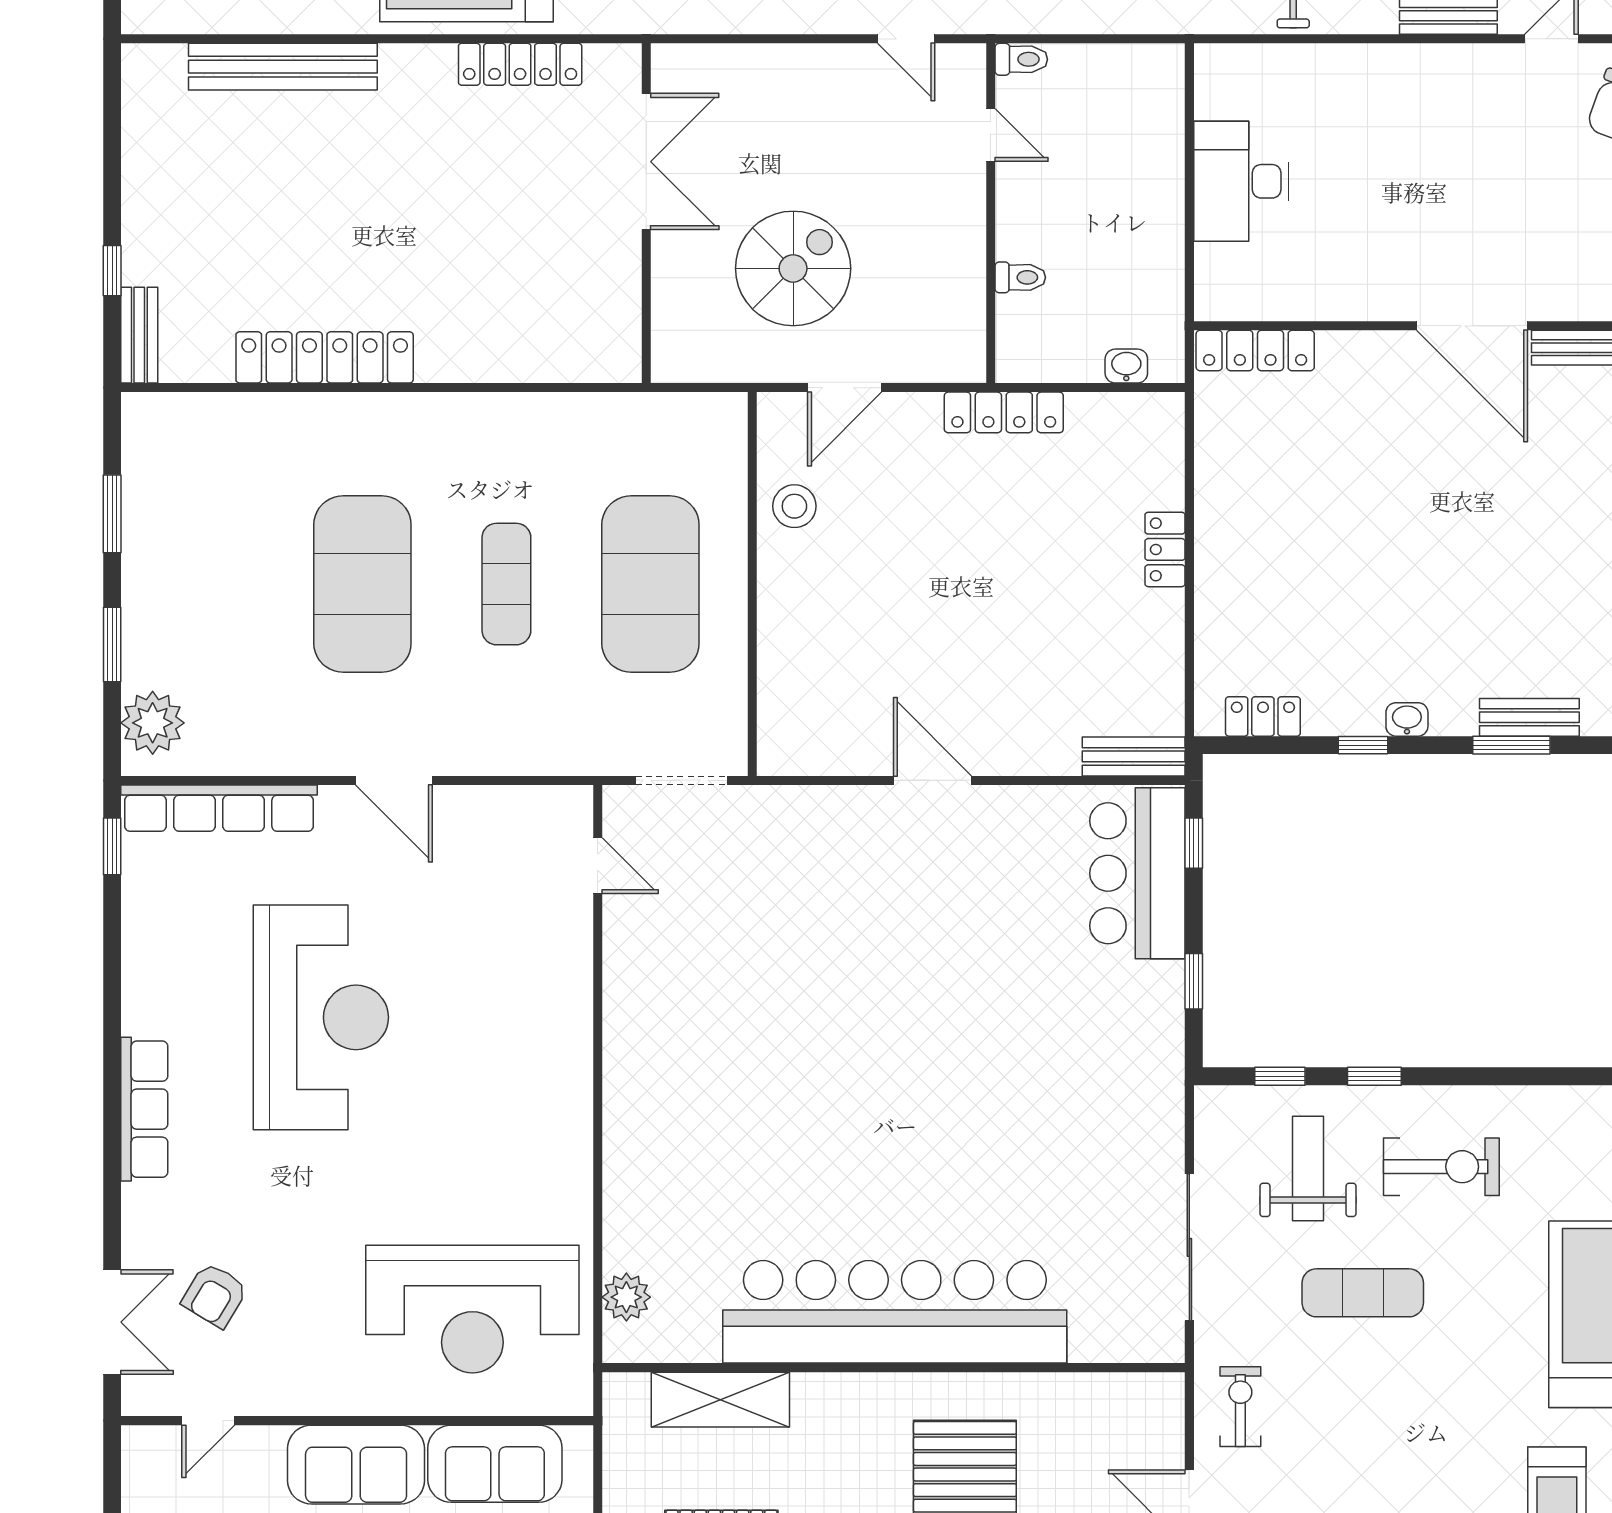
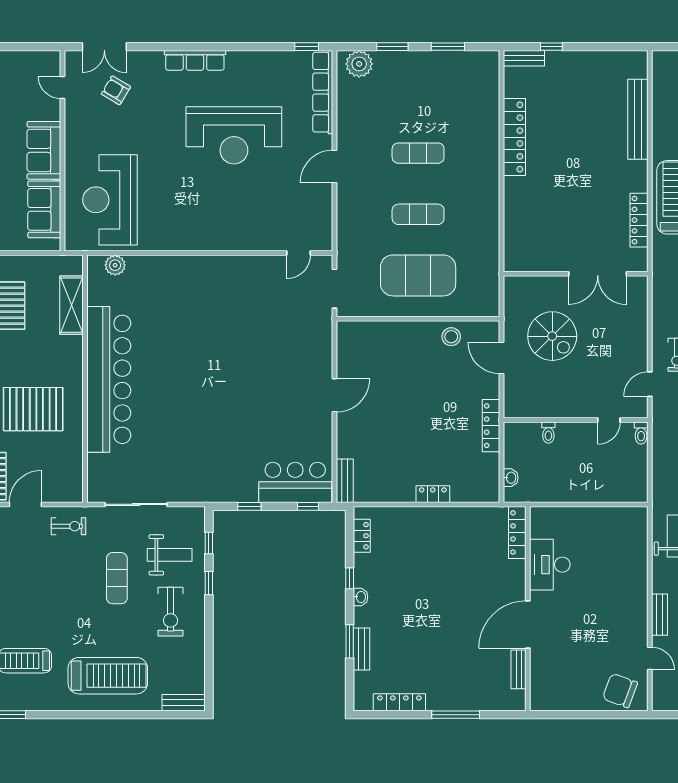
desk: (1241, 181) -> (550, 565), moved, turned -90
exercise mat: (362, 584) -> (418, 153), width x0.50, depth x0.69

